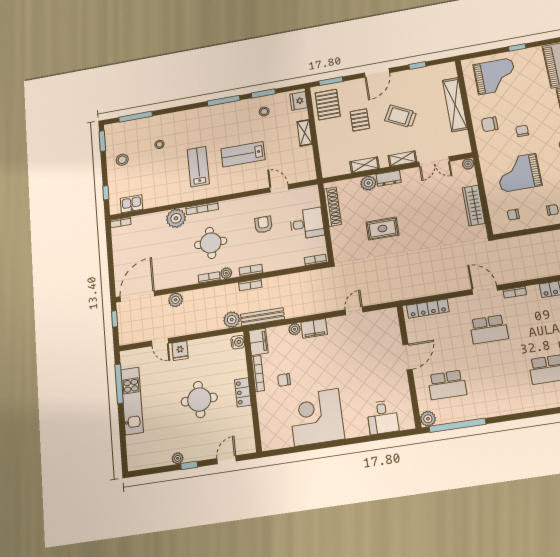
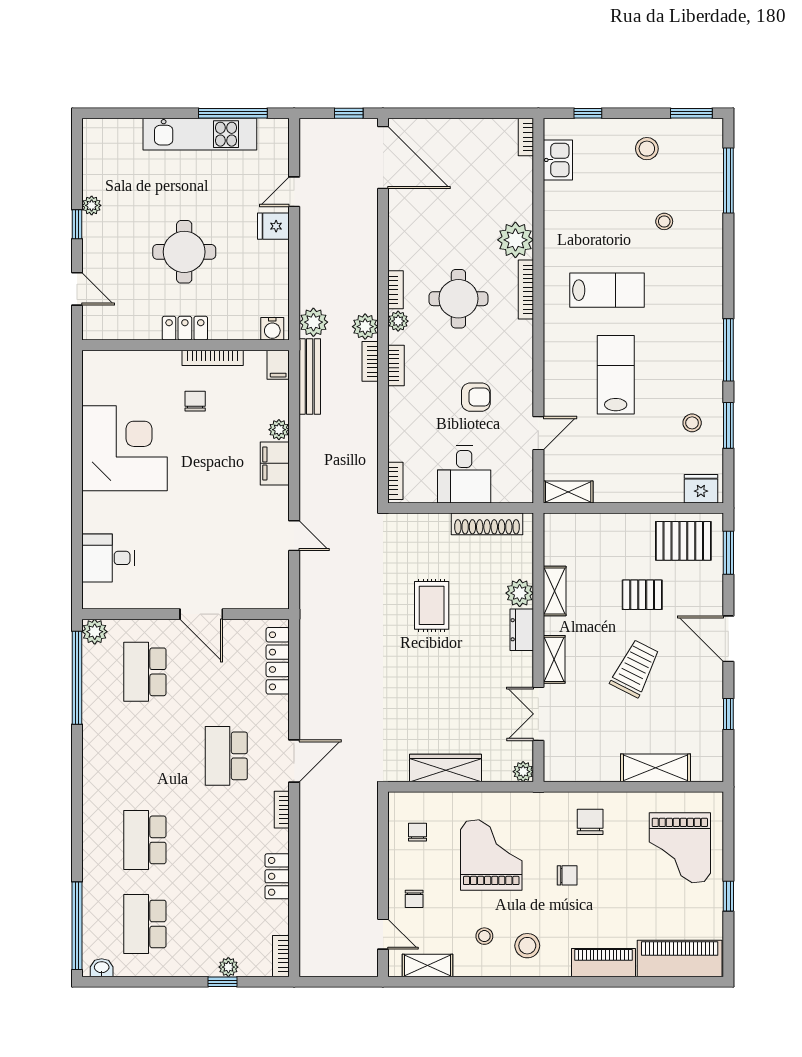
shelving: (455, 105) -> (656, 768), width x0.68
shelving: (305, 133) -> (568, 492), moved
plant: (176, 300) -> (365, 327), moved
filing cabinet: (258, 342) -> (278, 365), width x0.50

